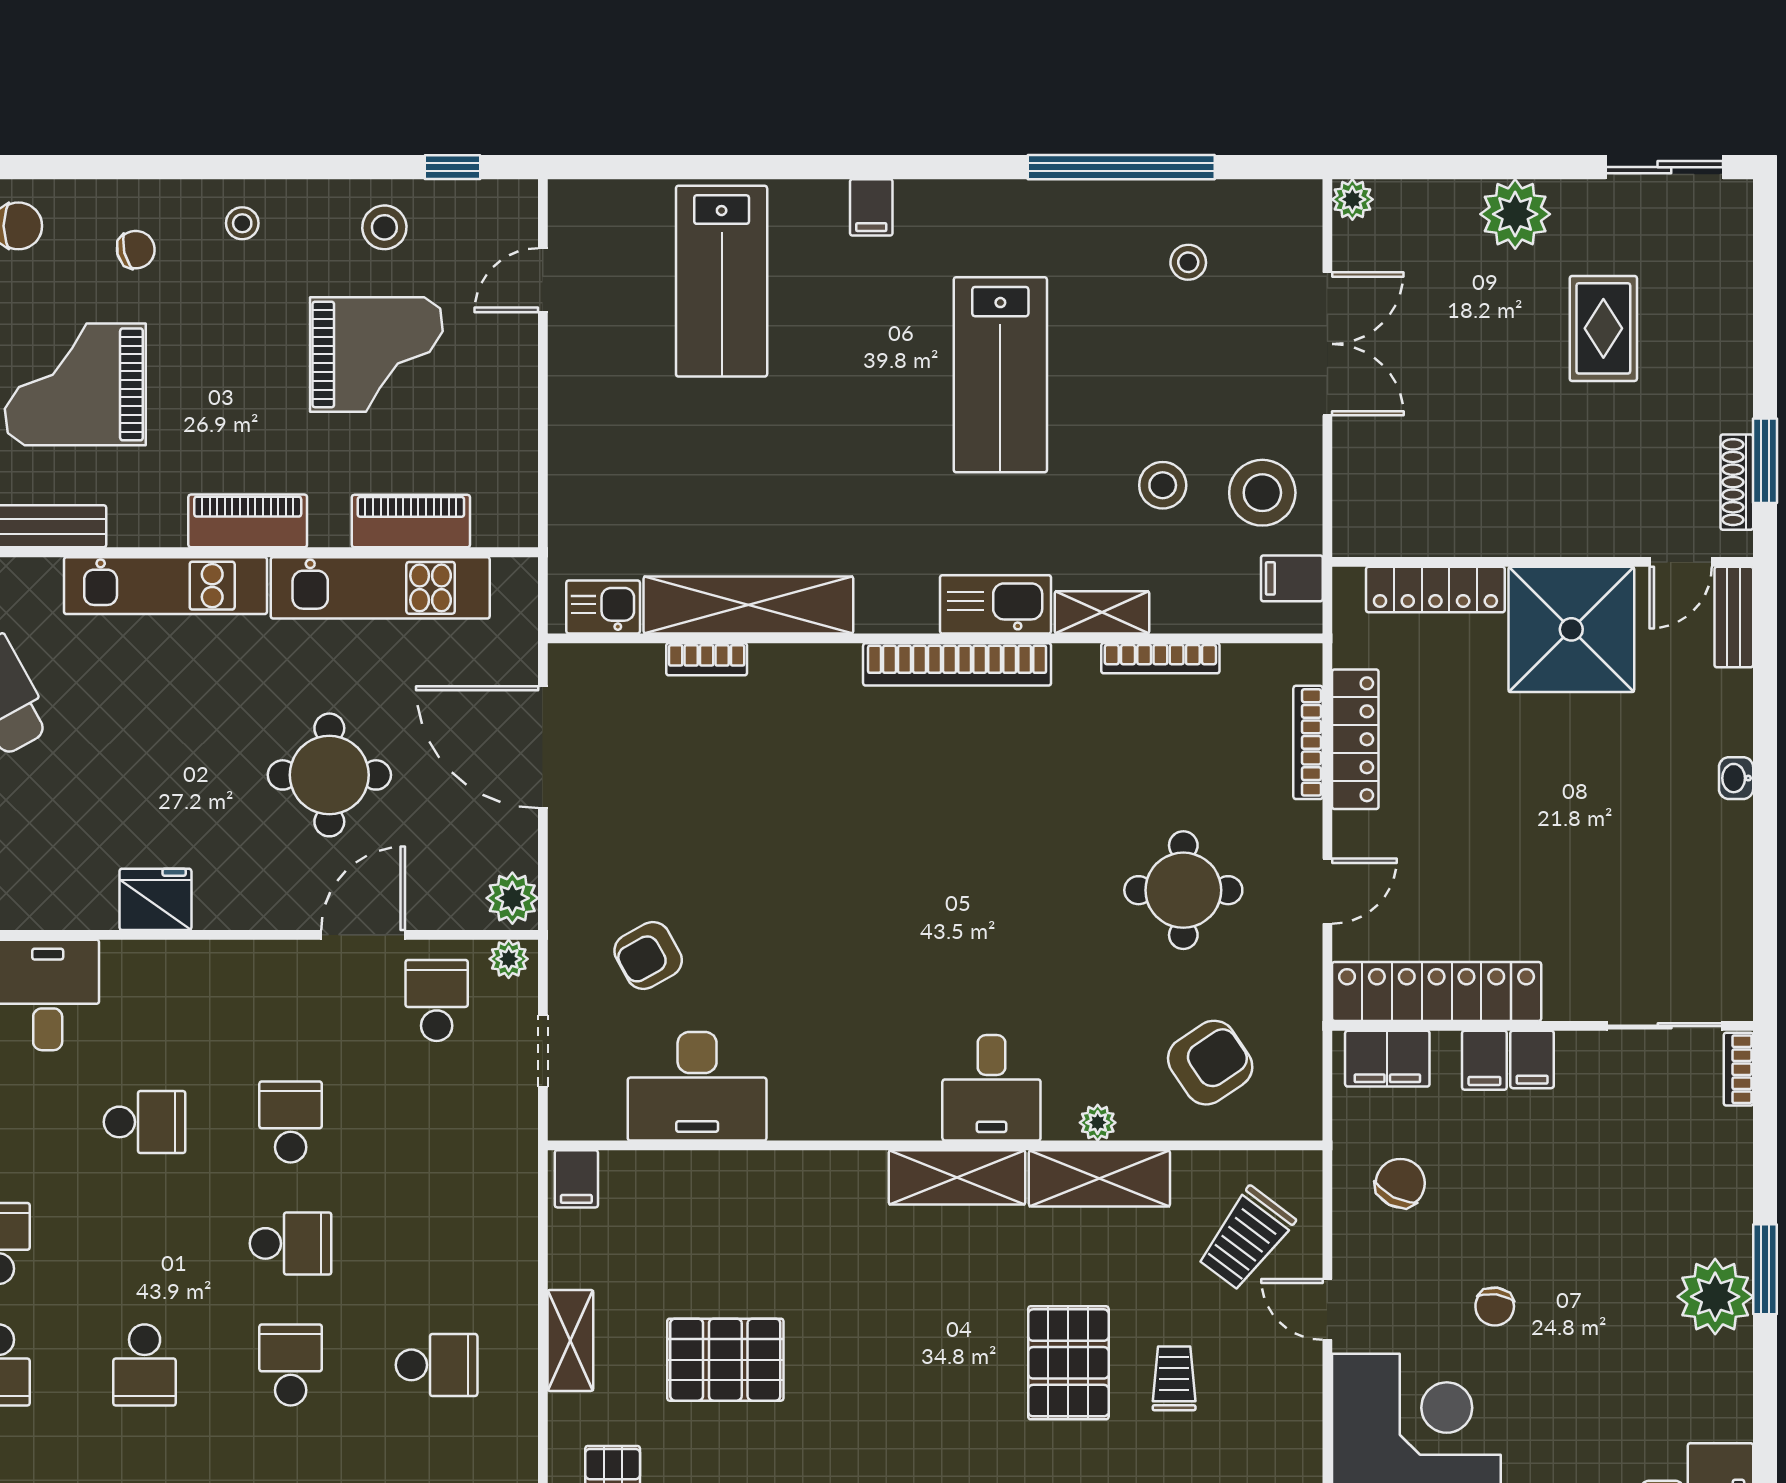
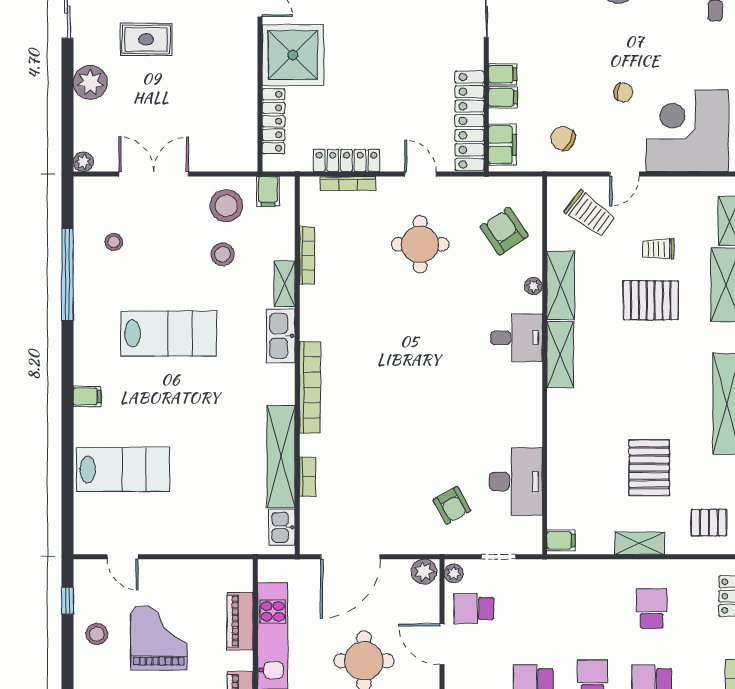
bookcase: (957, 664) -> (310, 387), moved

